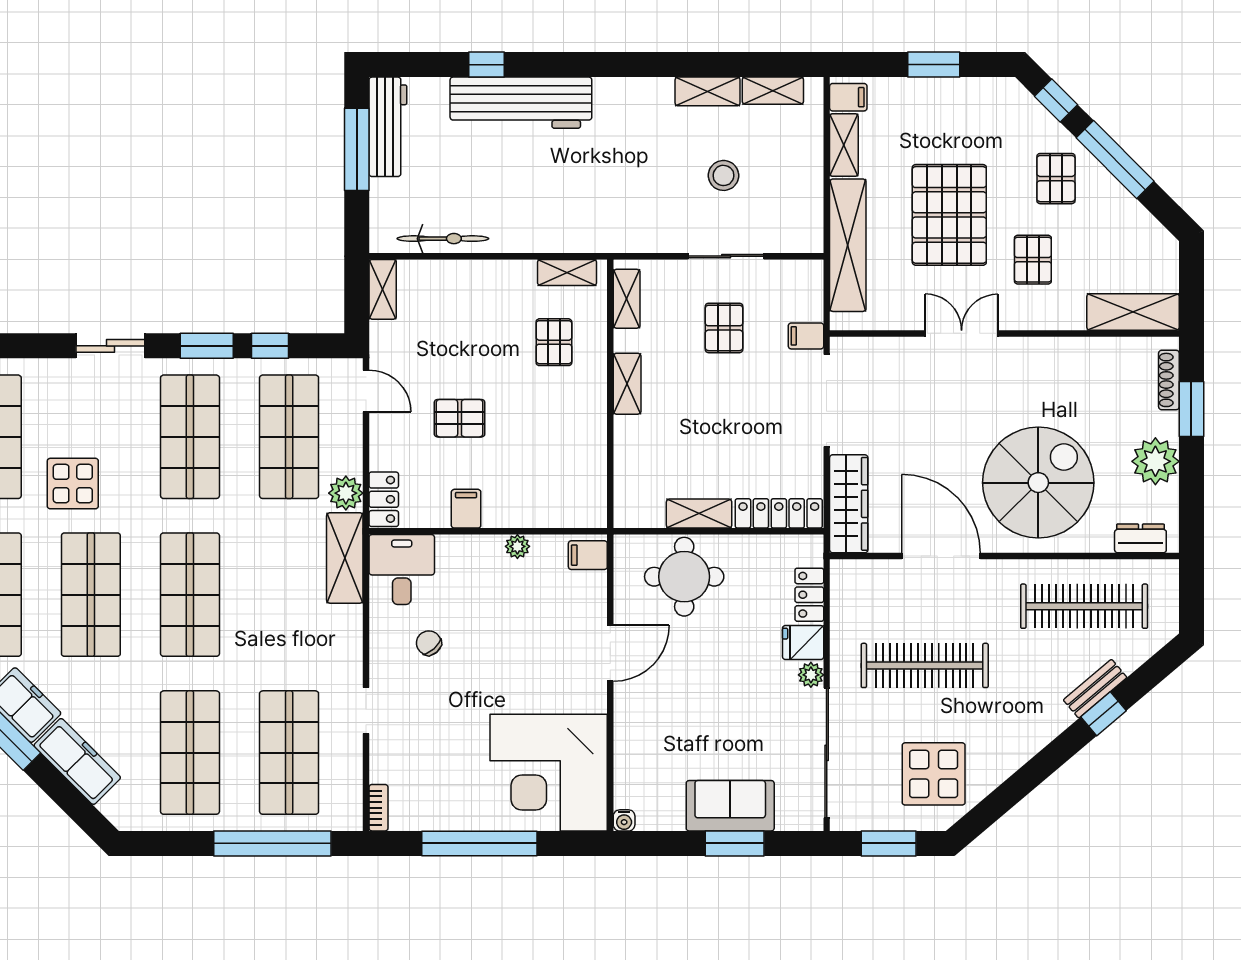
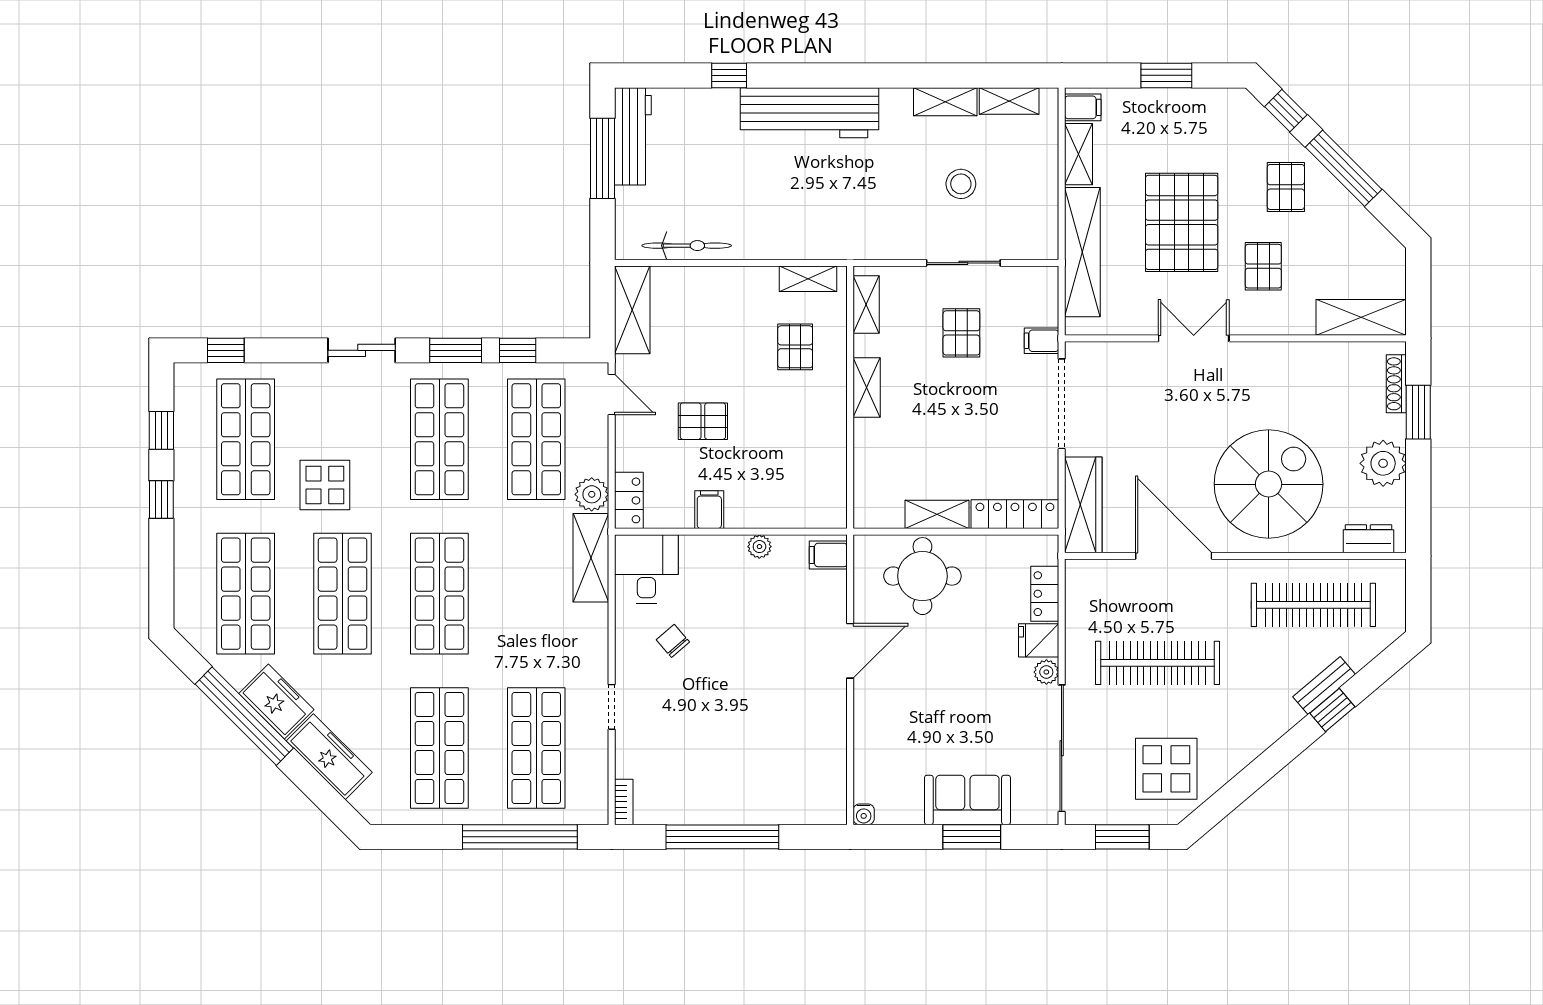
workbench: (521, 103) -> (810, 113), moved
shelving: (383, 289) -> (632, 310), width x1.50, depth x1.33
corner desk: (549, 773) -> (790, 768), removed

